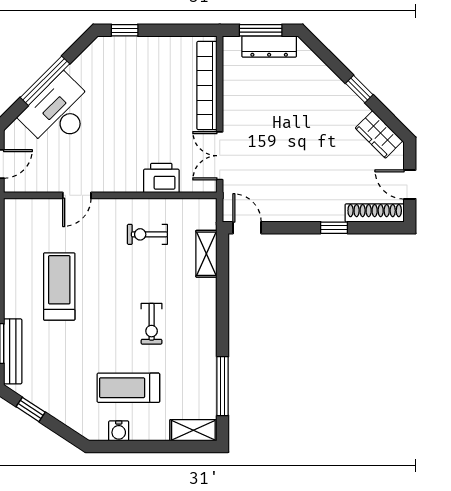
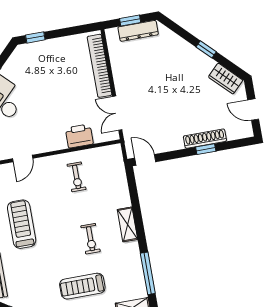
window: (261, 30) -> (130, 21), width x0.67
shoe rack: (375, 213) -> (205, 139), moved
exercise bike: (147, 234) -> (77, 177), turned -90
shelving: (206, 254) -> (127, 224), moved

